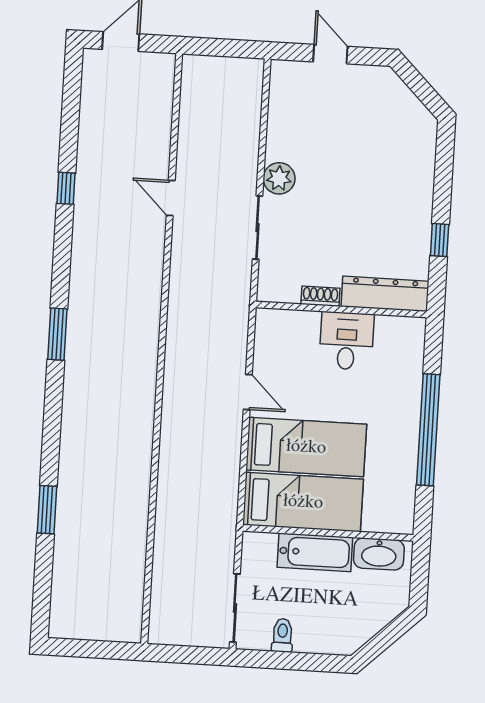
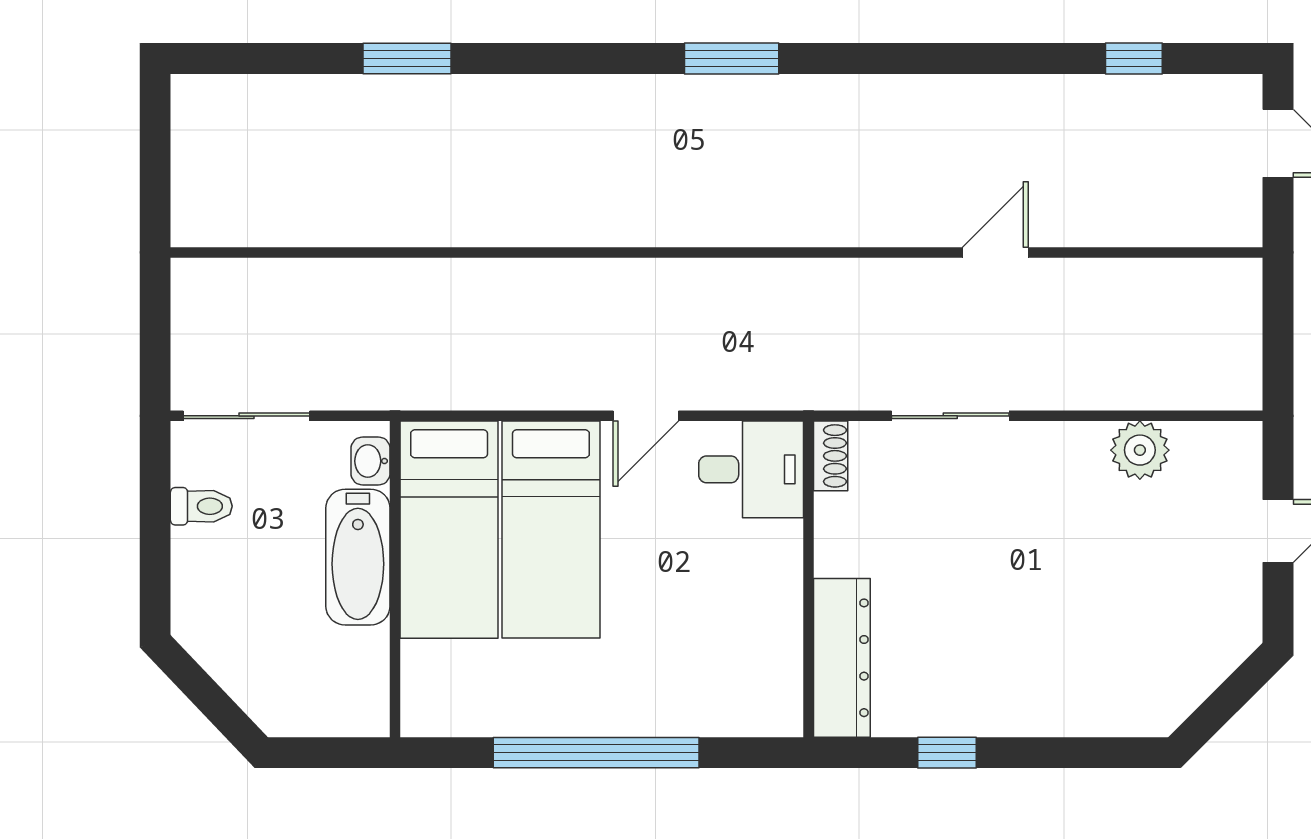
plant: (279, 178) -> (1140, 450), moved
window: (66, 188) -> (1134, 59), moved
shoe rack: (320, 296) -> (831, 456), moved
desk: (347, 341) -> (751, 469), moved
washbasin: (379, 554) -> (370, 461), moved, width x0.52, depth x0.69

